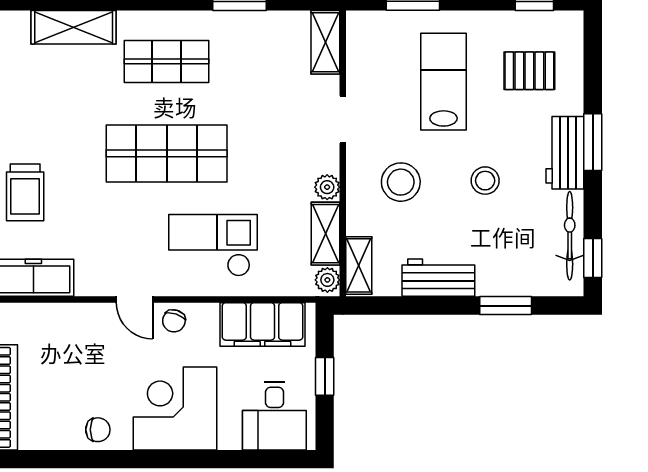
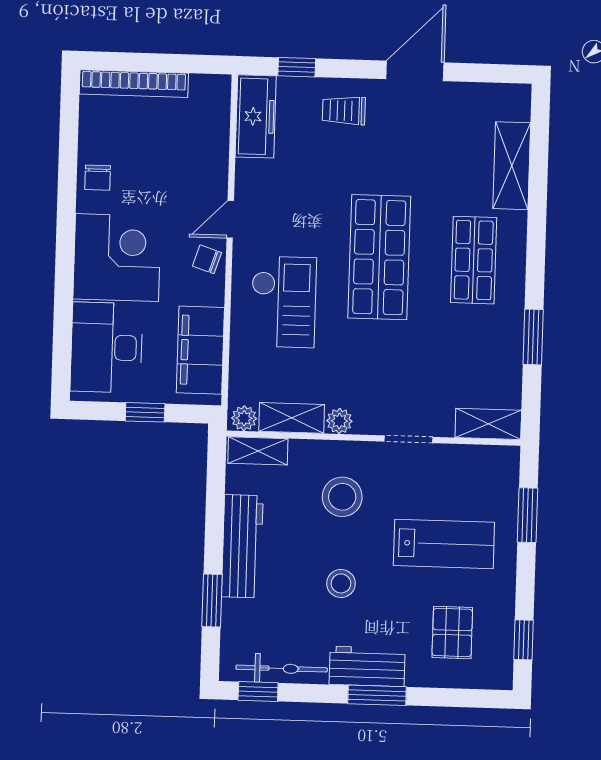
trolley: (25, 192) -> (344, 111), width x0.73, depth x0.72
workbench: (438, 278) -> (242, 546), width x1.38
desk: (274, 416) -> (107, 347), width x1.37

